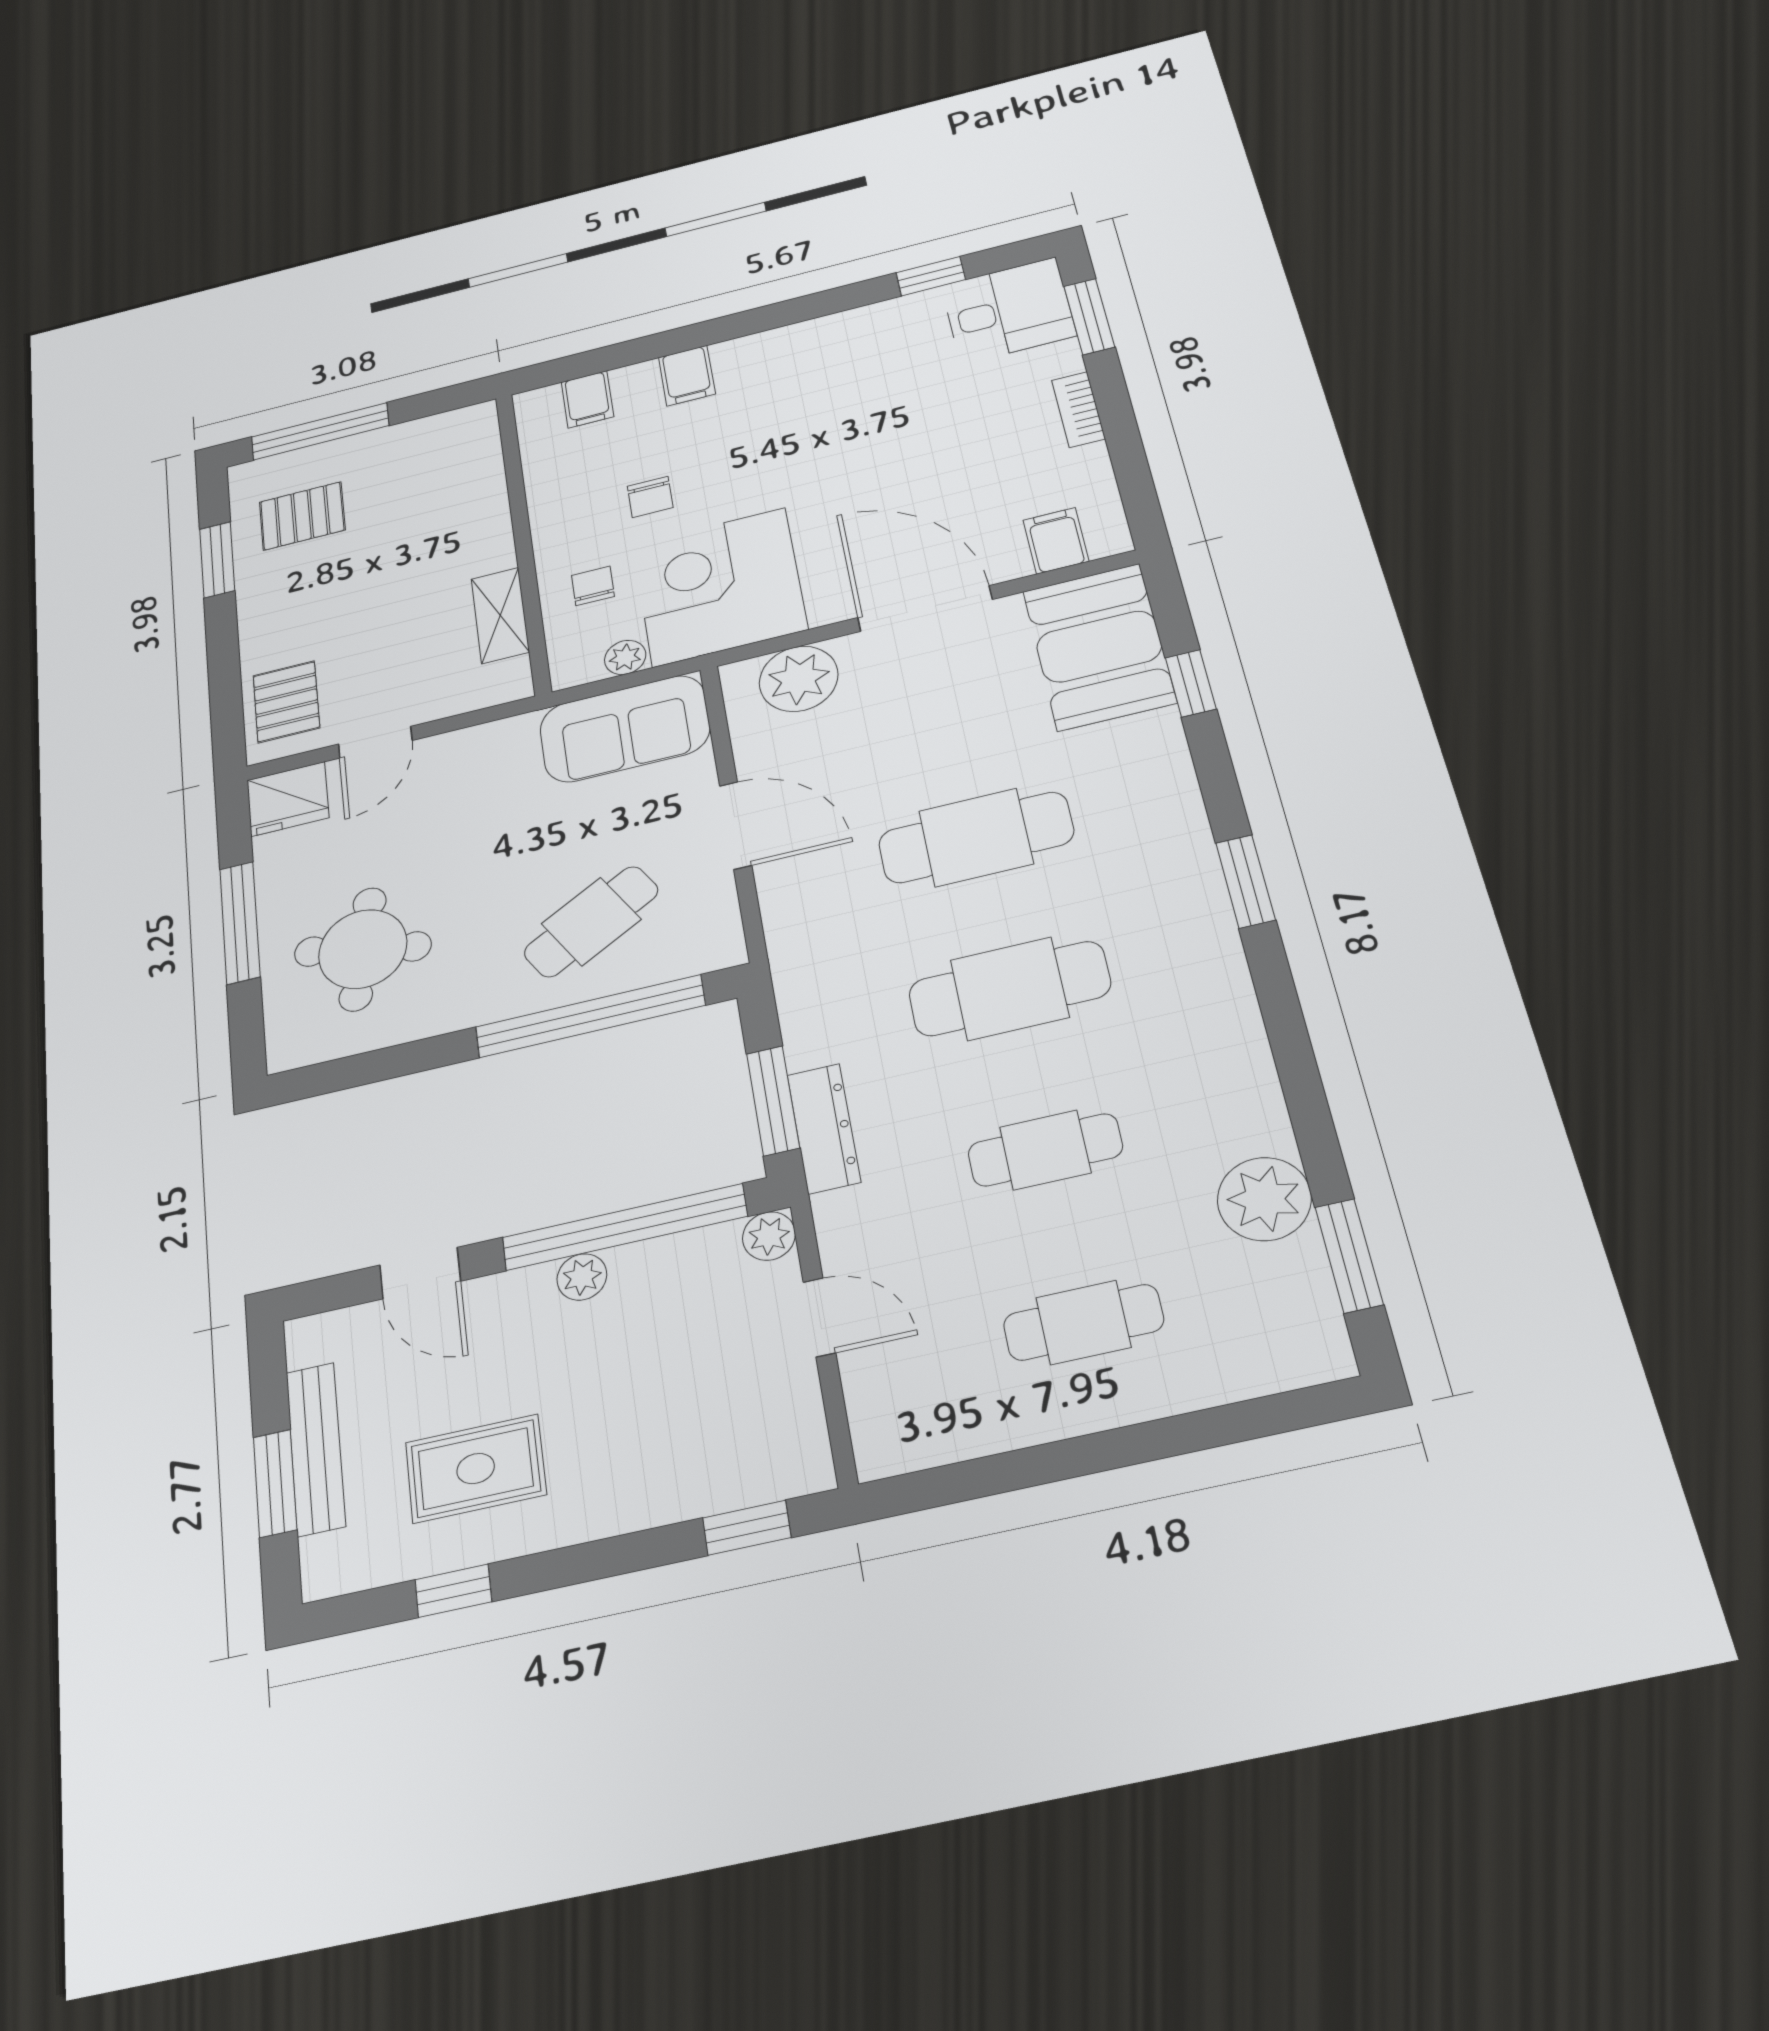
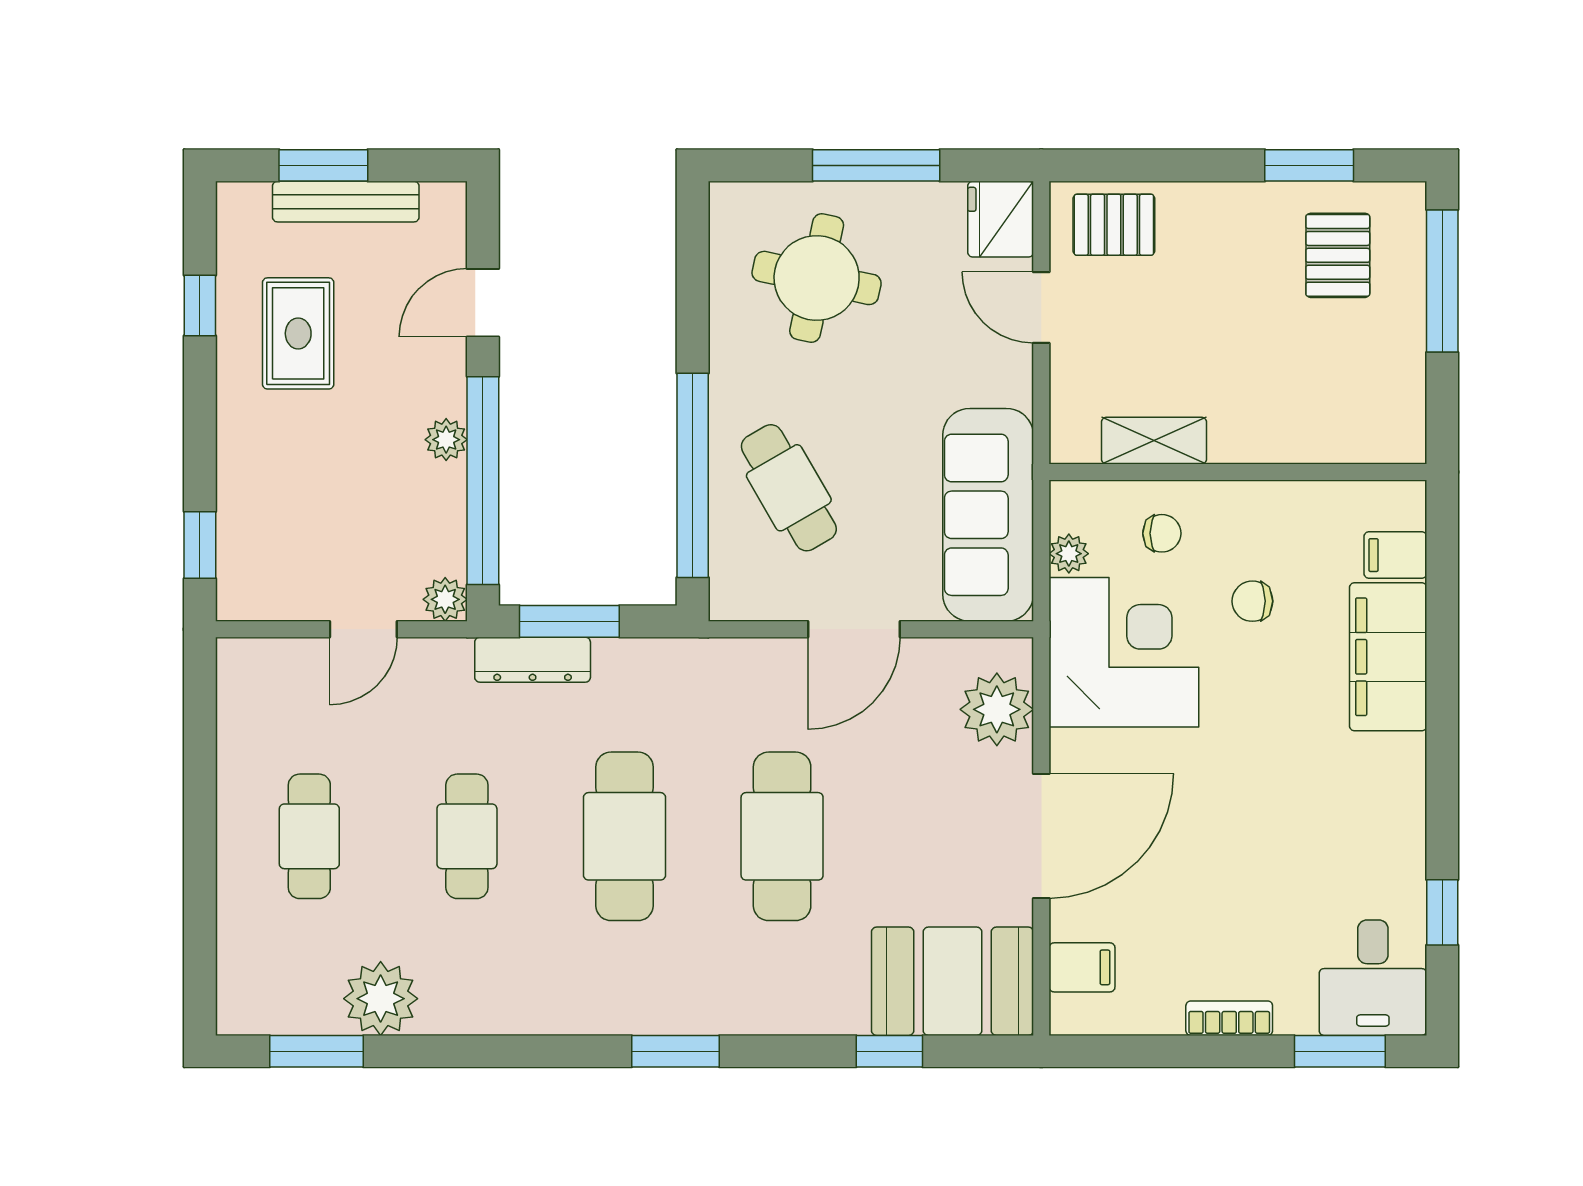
filing cabinet: (687, 376) -> (1388, 657), width x3.00, depth x1.17
sofa: (625, 729) -> (988, 515), width x1.36

